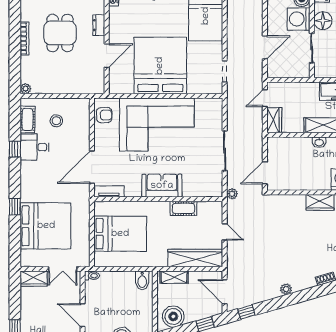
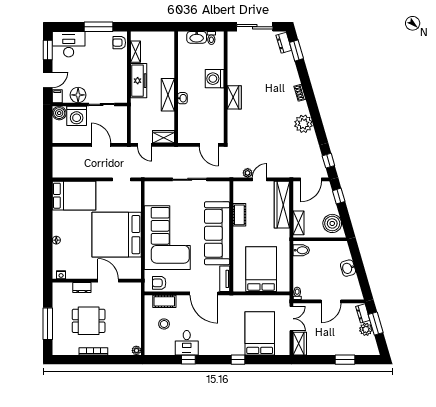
armchair: (104, 115) -> (159, 283), turned -90
cot: (28, 119) -> (164, 301), moved
sofa: (162, 186) -> (217, 233), width x1.85, depth x1.27
plant: (232, 194) -> (248, 173), moved
bed: (46, 226) -> (260, 333), width x0.73
plant: (286, 289) -> (303, 124), width x1.88, depth x1.88

